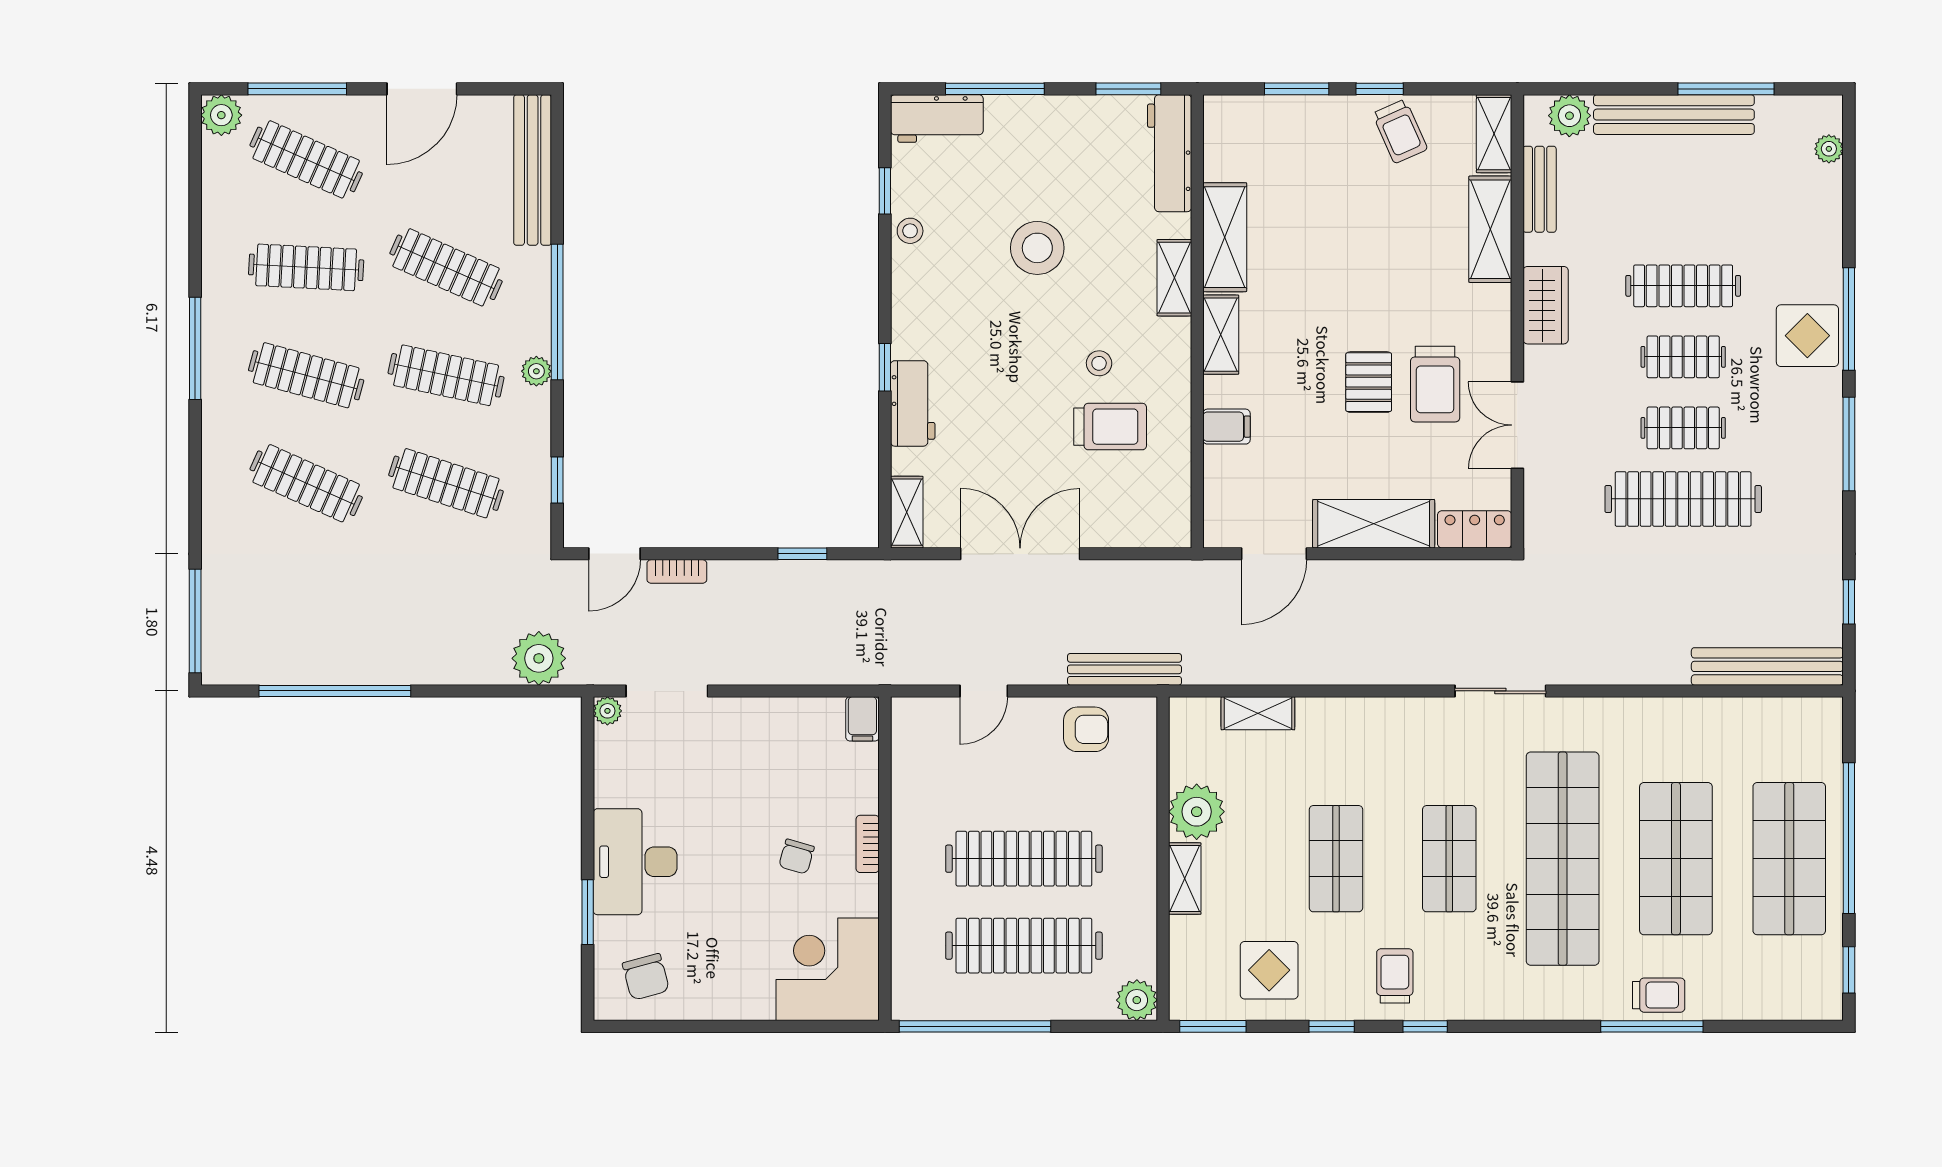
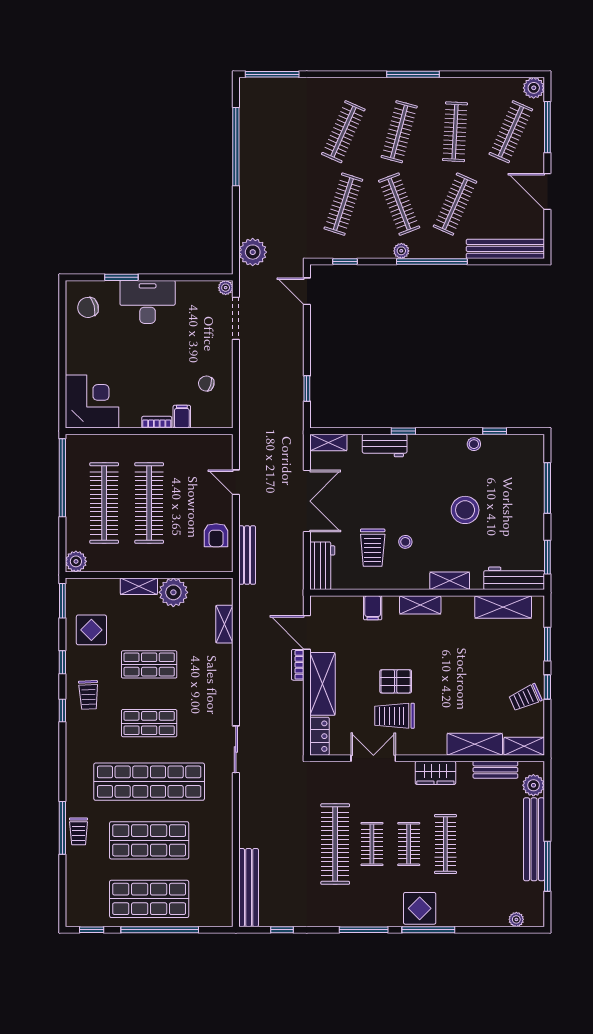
workbench: (937, 119) -> (322, 566), moved, turned 180
shelving: (1225, 237) -> (503, 607), moved
clothes rail: (446, 375) -> (399, 204), turned -33
bookcase: (677, 571) -> (298, 665), moved
filing cabinet: (862, 719) -> (182, 417), moved, turned 90
chair: (797, 857) -> (206, 383), moved
trolley: (1395, 976) -> (88, 695), turned 88

